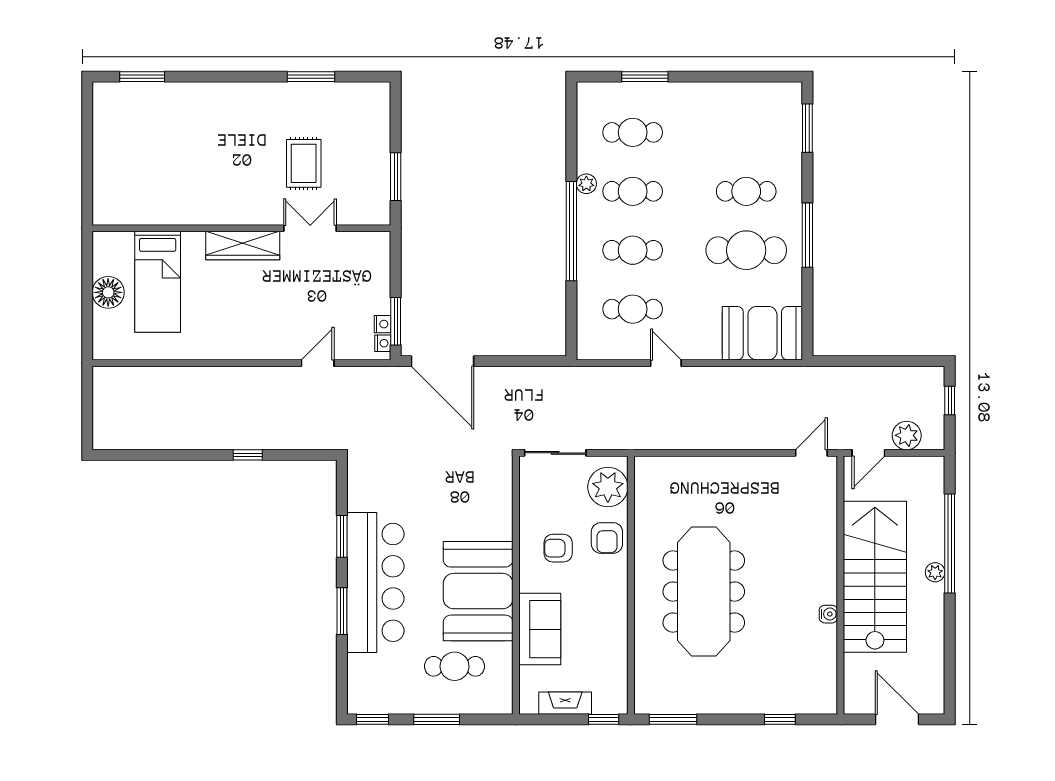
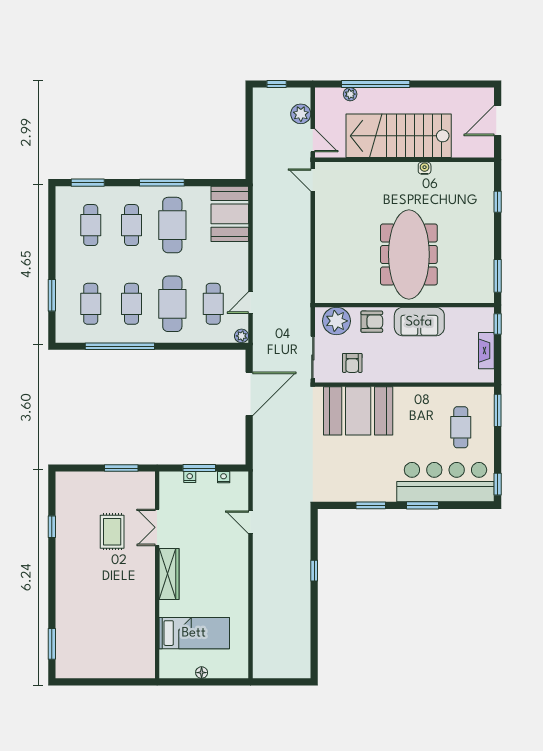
window: (311, 77) -> (52, 527), width x0.67
cafe table: (746, 132) -> (91, 225), added
rug: (304, 163) -> (112, 532), turned 90
plant: (586, 184) -> (242, 336), moved
window: (571, 231) -> (120, 346), moved
cafe table: (633, 250) -> (172, 304), width x1.37, depth x1.35
floor lamp: (108, 292) -> (202, 673), width x0.53, depth x0.53
window: (396, 321) -> (199, 468), moved
nightstand: (383, 343) -> (190, 477), moved
door: (442, 361) -> (249, 394), moved
door: (666, 363) -> (251, 303), moved
armchair: (558, 548) -> (352, 363), moved
plant: (935, 572) -> (350, 94), moved
bar counter: (375, 582) -> (445, 482), moved
booth: (478, 591) -> (358, 411), moved
meeting table: (704, 592) -> (409, 254), turned 90
sofa: (540, 629) -> (419, 322), moved, turned 180
window: (437, 719) -> (498, 410), moved

